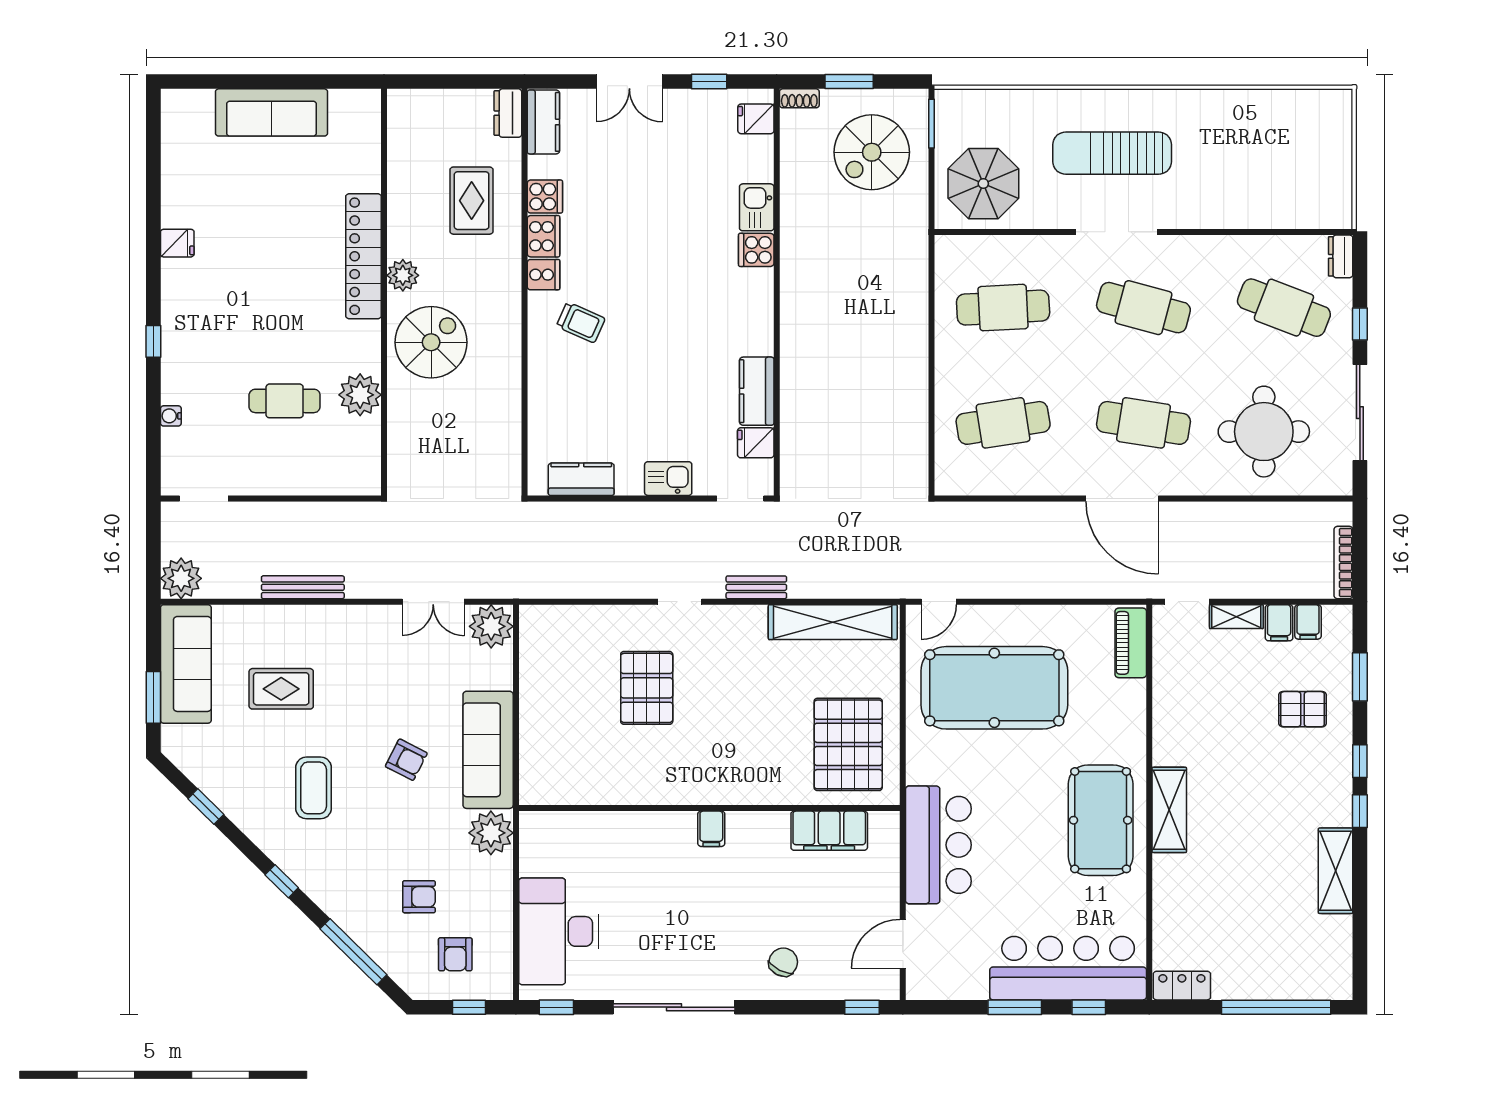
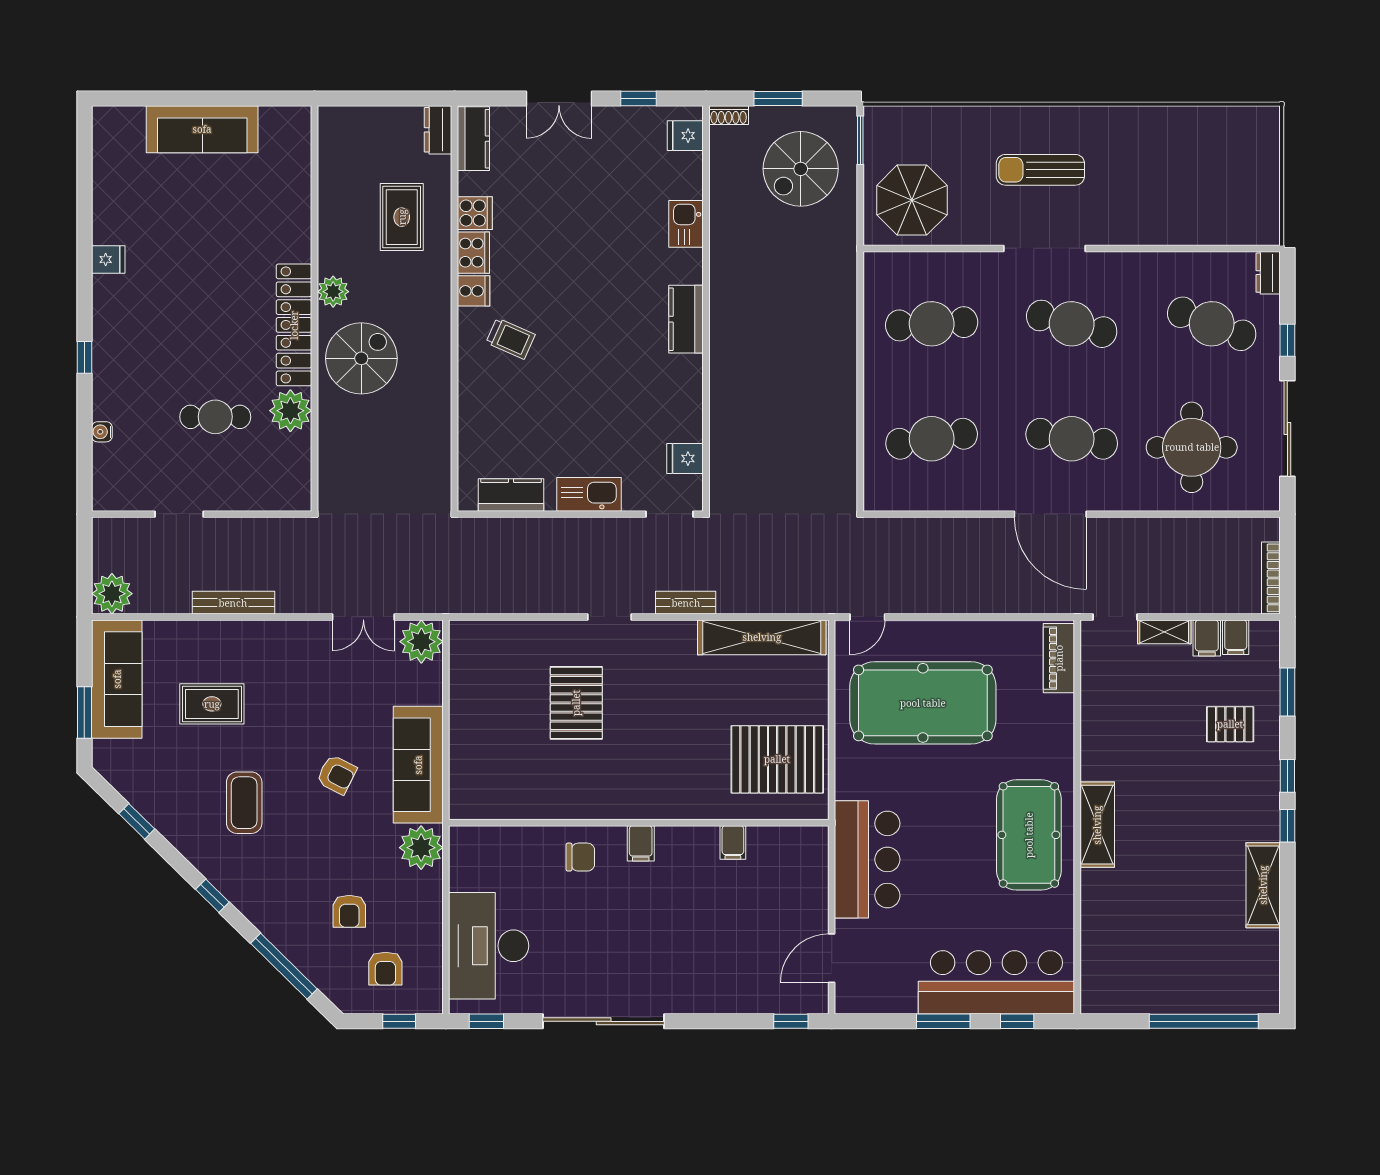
sun lounger: (1112, 153) -> (1040, 170), width x0.73, depth x0.75
cooker: (756, 250) -> (686, 266), removed
locker: (363, 256) -> (294, 325), moved
kitchen counter: (757, 391) -> (686, 319), moved
kitchen sink: (668, 479) -> (589, 494), width x1.38
doorway: (204, 499) -> (179, 514), moved
pallet: (848, 744) -> (777, 759), turned 90
filing cabinet: (829, 831) -> (733, 842), width x0.33, depth x0.86
armchair: (419, 897) -> (349, 911), turned 90
chair: (783, 962) -> (580, 857), moved, turned 63
locker: (1182, 986) -> (1110, 1000), removed

